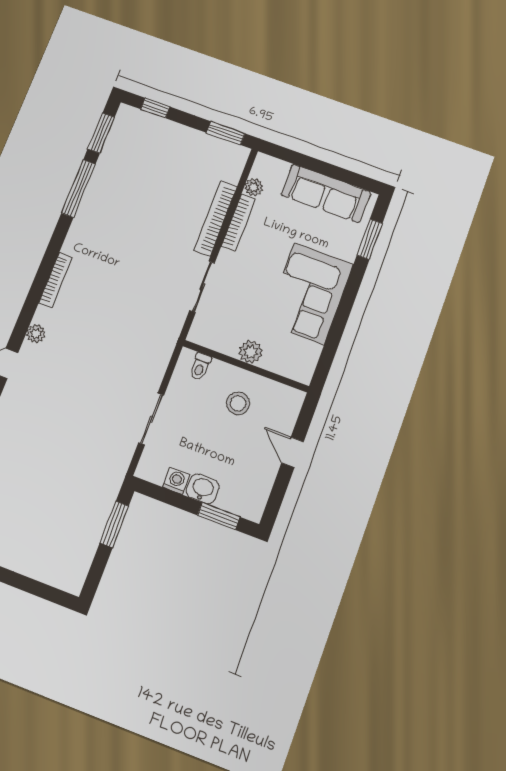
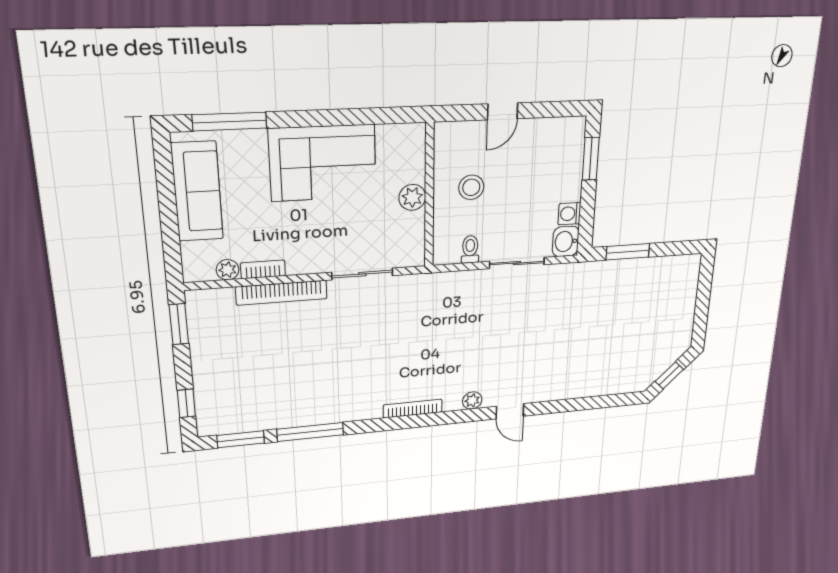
bookcase: (238, 222) -> (263, 269), width x0.64
window: (370, 239) -> (230, 122), width x1.44
toilet: (200, 366) -> (470, 249), moved, turned -90
washbasin: (203, 489) -> (566, 241), moved

